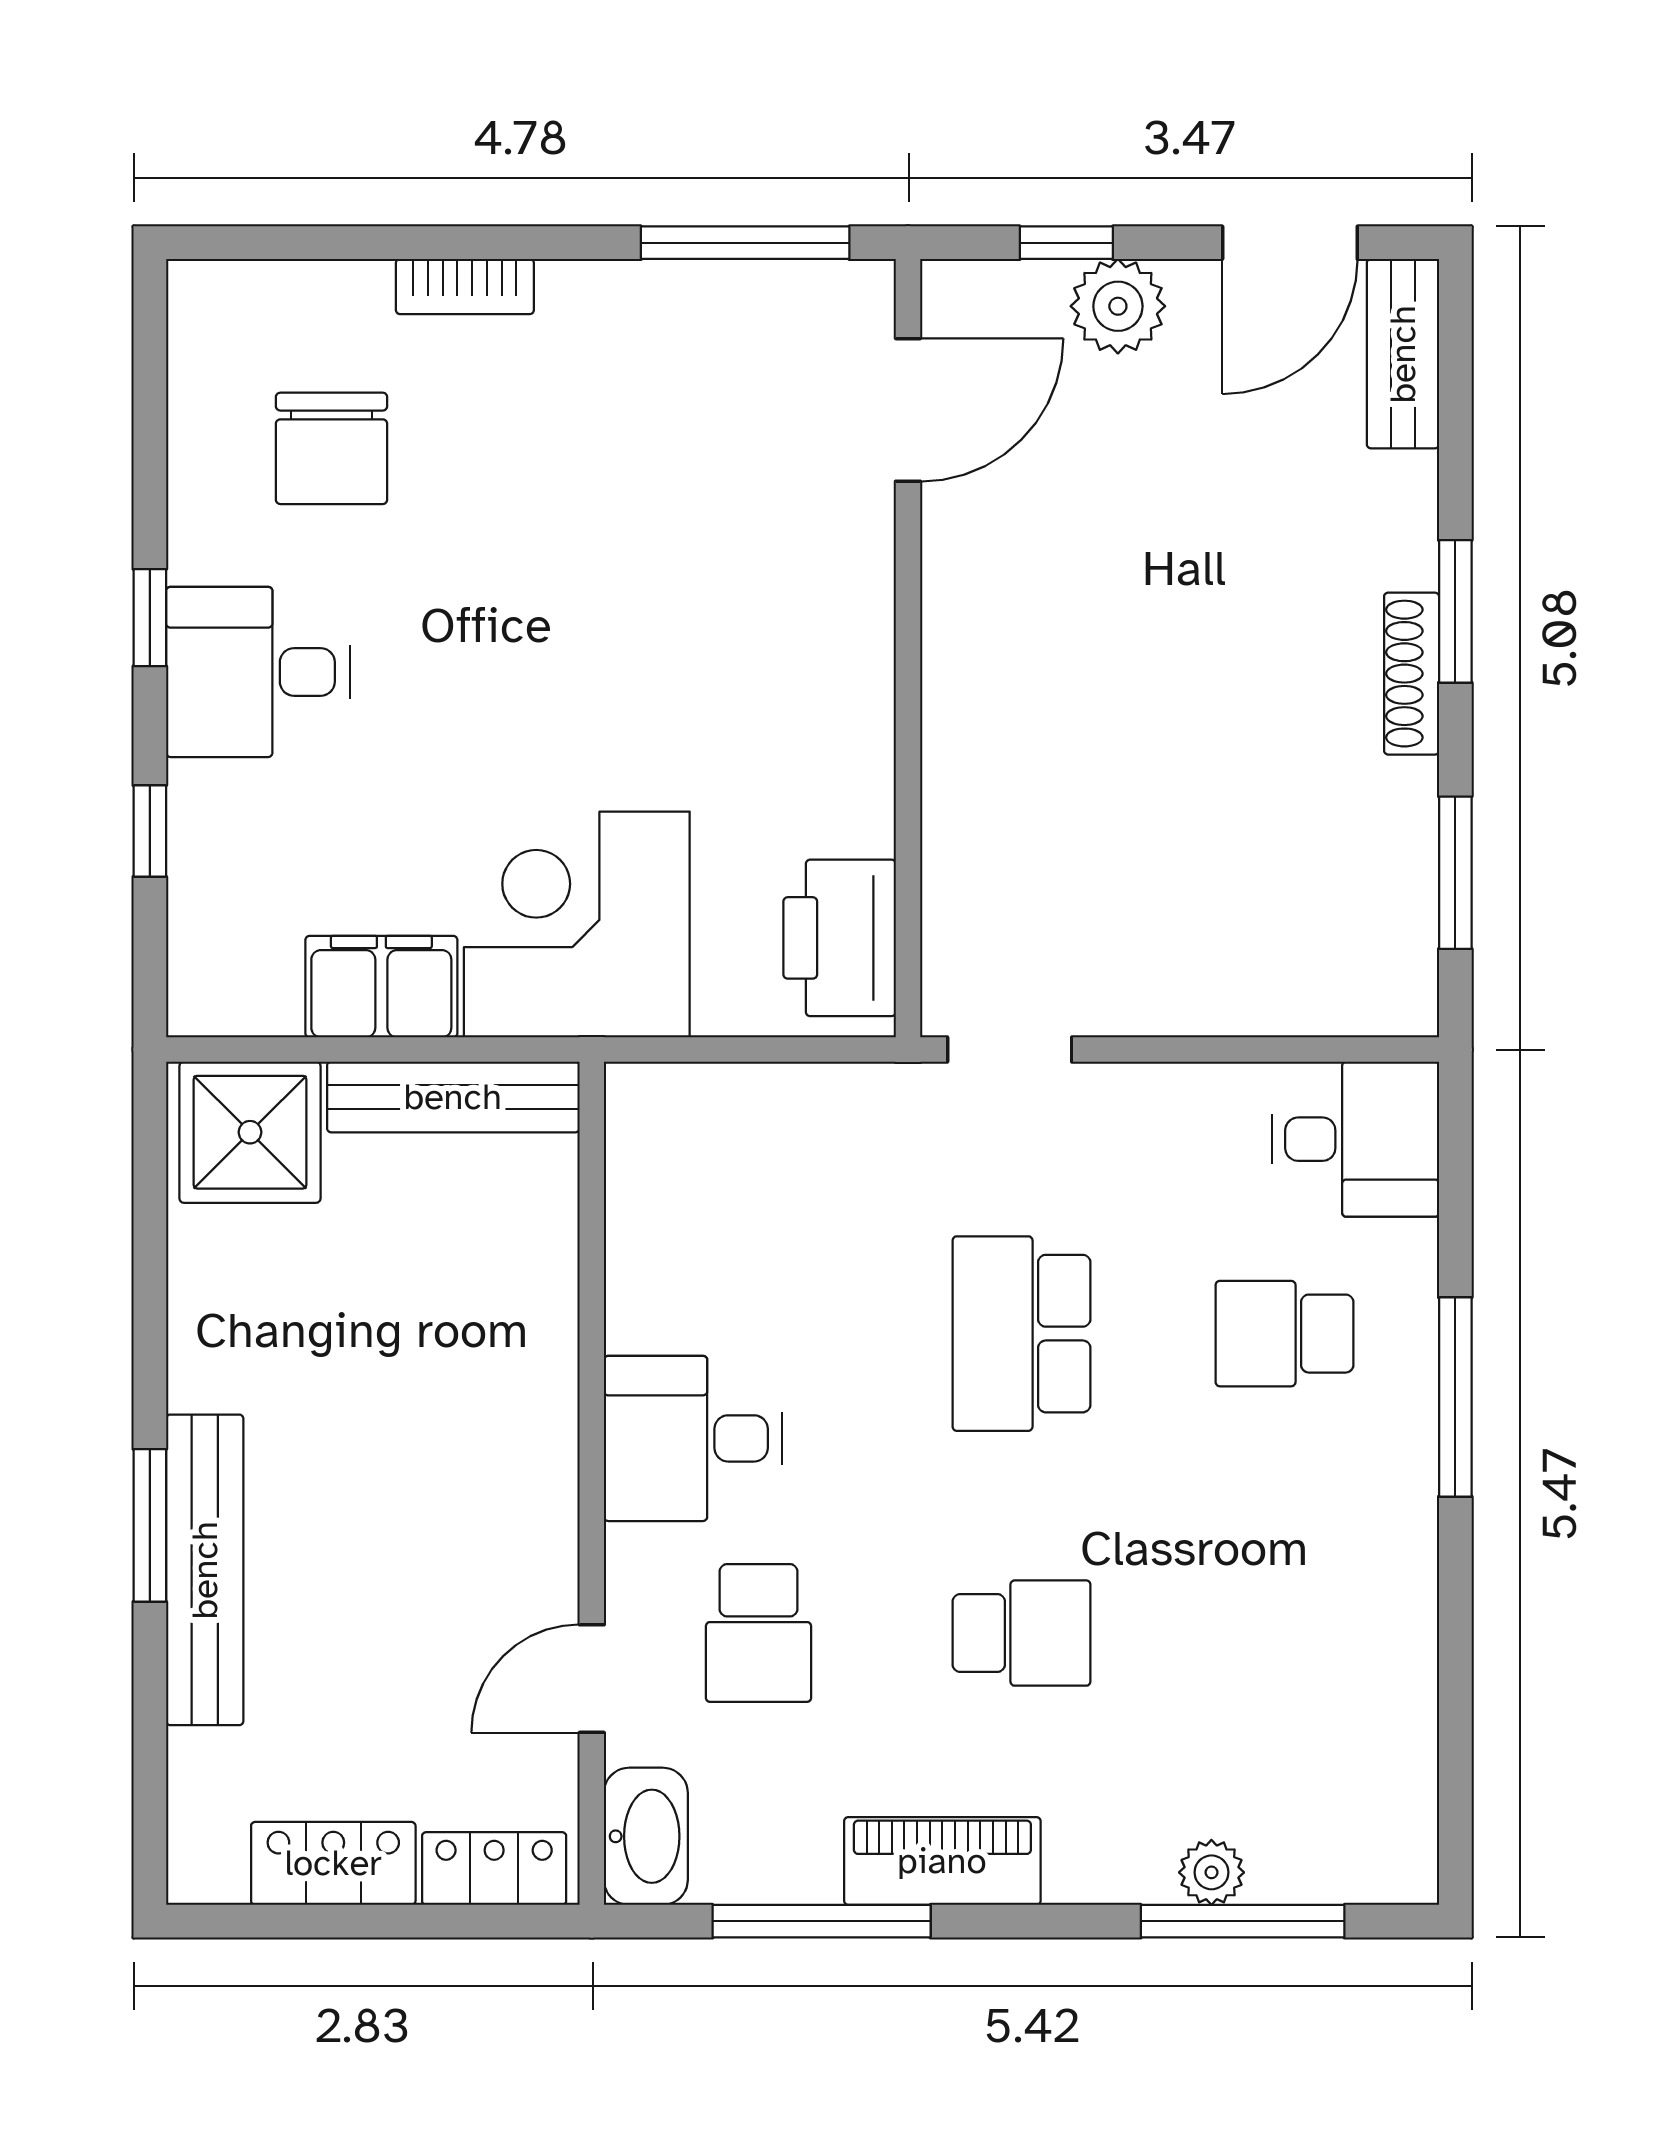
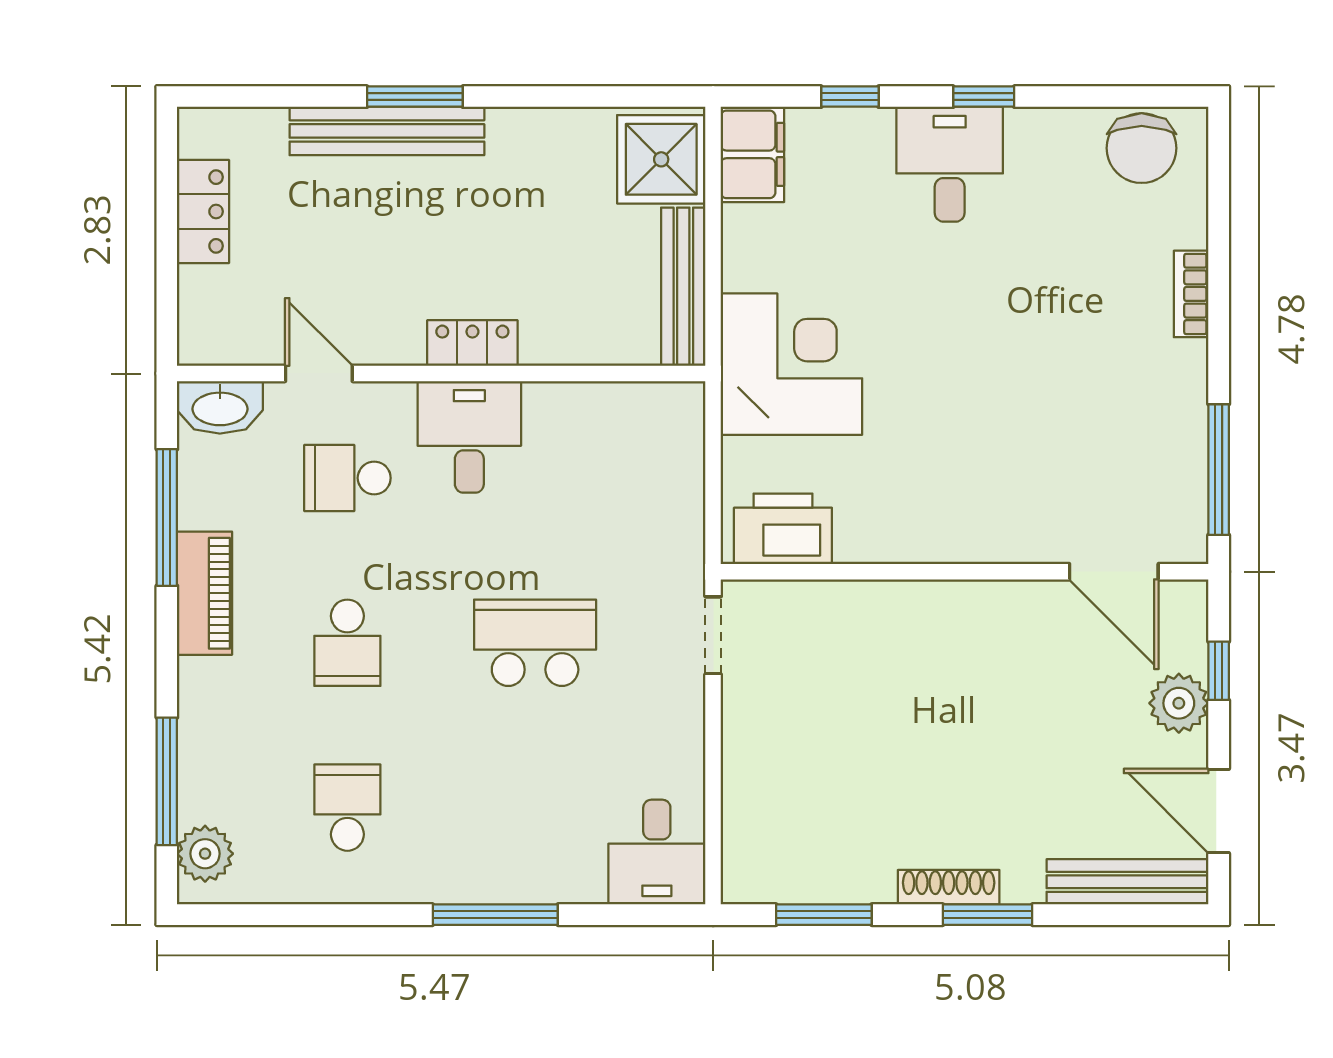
bench: (1403, 354) -> (1128, 882), width x1.36
chair: (332, 448) -> (1142, 148), moved, turned -90
filing cabinet: (381, 987) -> (752, 154), moved
school desk: (1284, 1334) -> (347, 808), moved
locker: (494, 1869) -> (472, 343), moved, turned -90
plant: (1211, 1872) -> (205, 854), moved, width x1.38, depth x1.38

